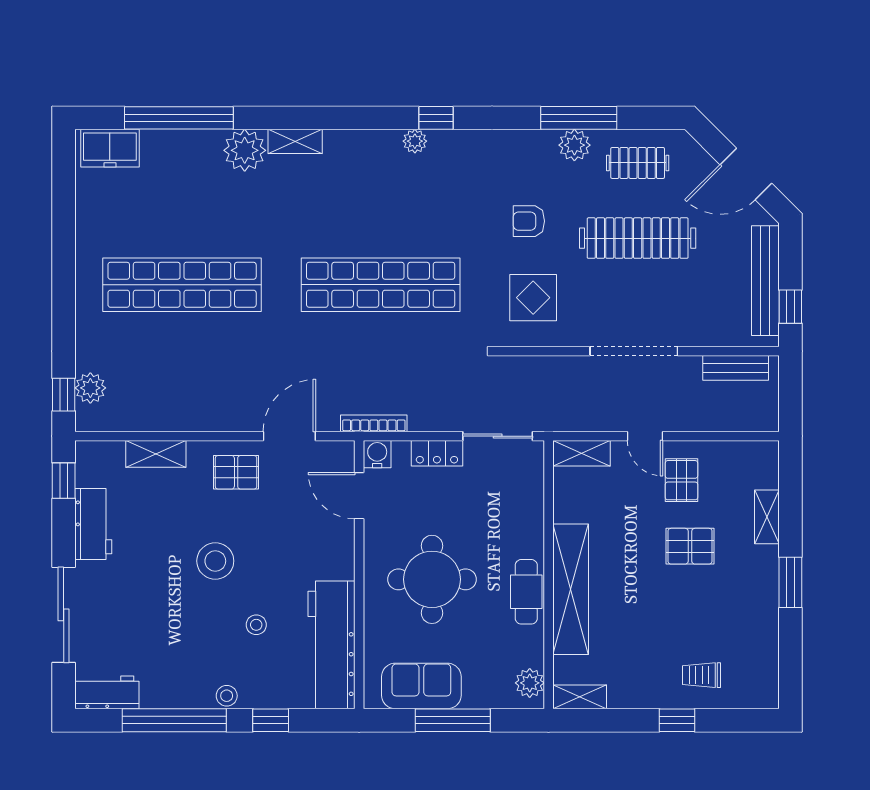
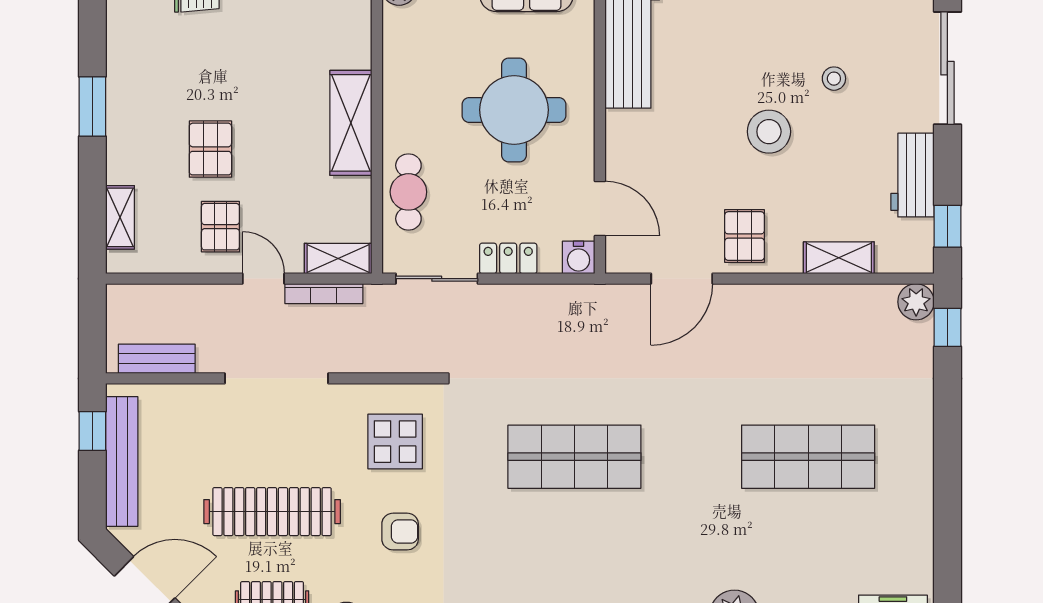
shop shelf: (182, 285) -> (808, 457), width x0.71
shop shelf: (381, 285) -> (574, 457), width x0.71
plant: (90, 388) -> (916, 302), moved
bookcase: (374, 423) -> (324, 294), moved
pallet: (236, 472) -> (745, 236), turned 90
shelving: (767, 517) -> (120, 217), moved
pallet: (690, 546) -> (210, 149), turned 90
shelving: (571, 589) -> (351, 123), width x0.68
cafe table: (526, 592) -> (408, 192), moved
stool: (256, 625) -> (834, 79), moved

